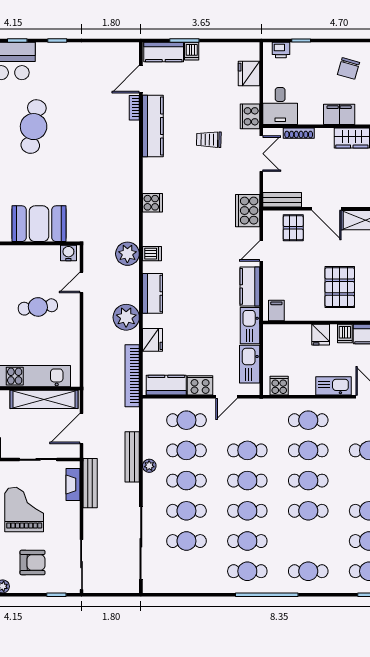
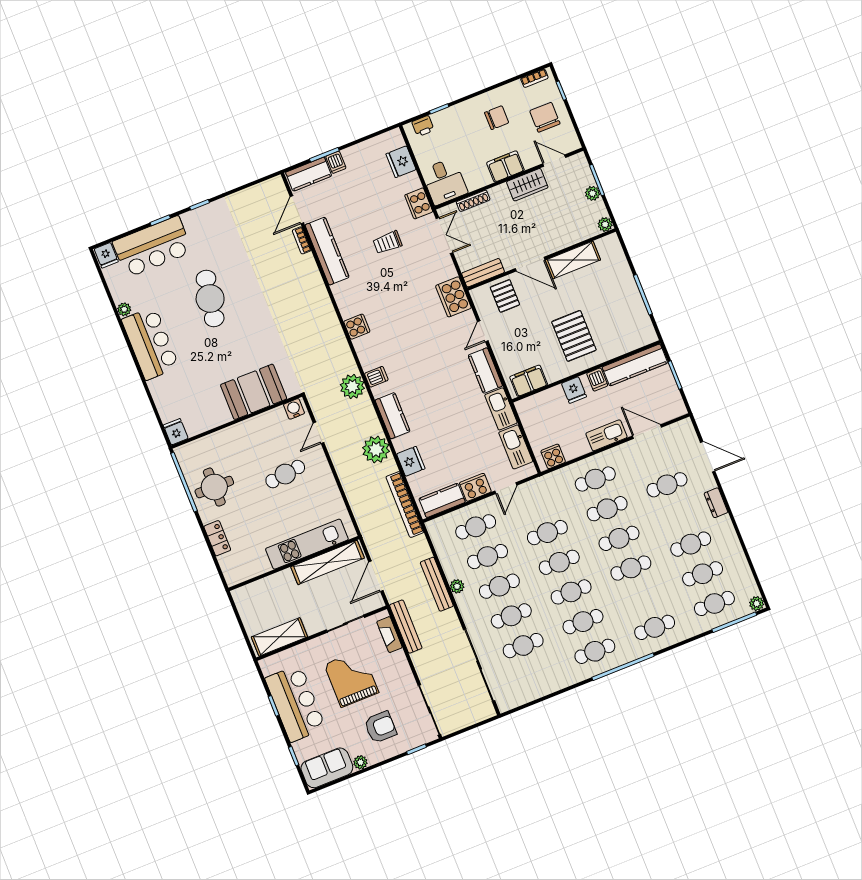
chair: (348, 68) -> (497, 118), turned -106
filing cabinet: (276, 311) -> (529, 381), width x2.00

